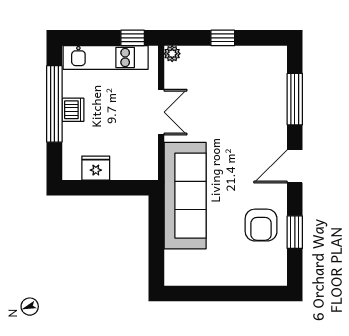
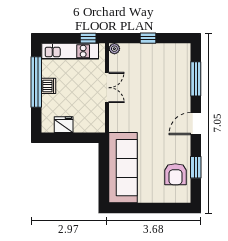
sofa: (185, 196) -> (123, 168), moved
armchair: (261, 225) -> (175, 174), moved

